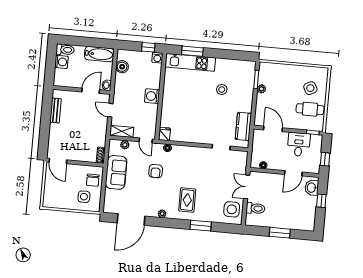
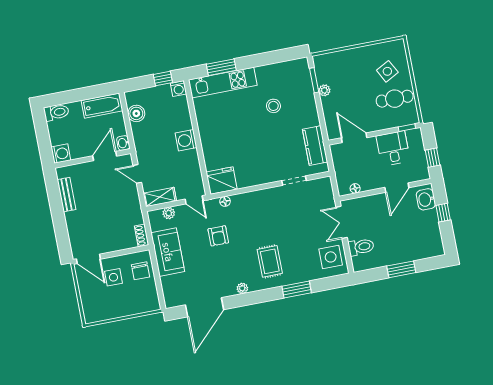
washing machine: (61, 62) -> (61, 154), moved
fridge: (164, 134) -> (222, 181), width x1.88, depth x1.34
side table: (84, 197) -> (113, 277), moved

